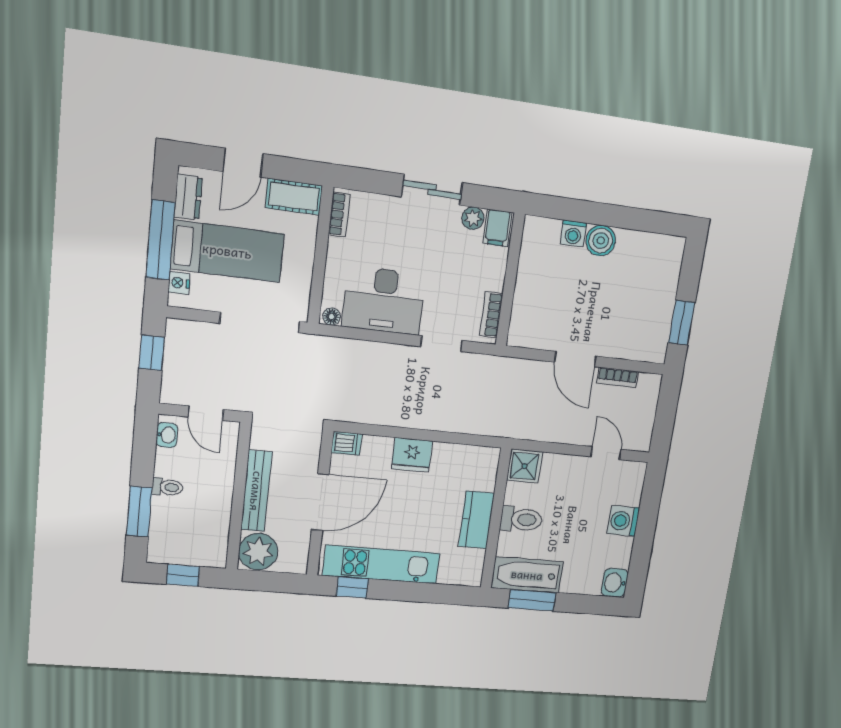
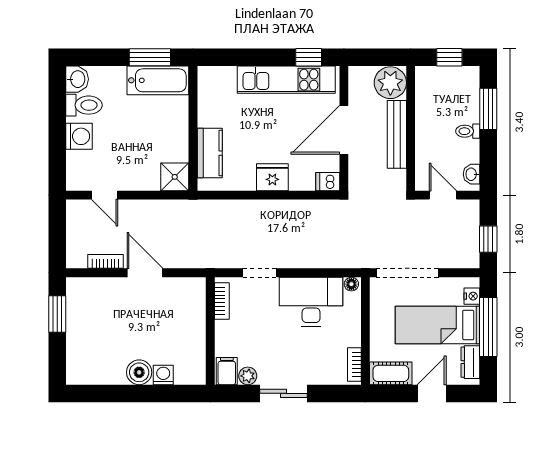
toilet: (521, 519) -> (84, 105), moved, turned 180
kitchen counter: (476, 520) -> (210, 153), moved

